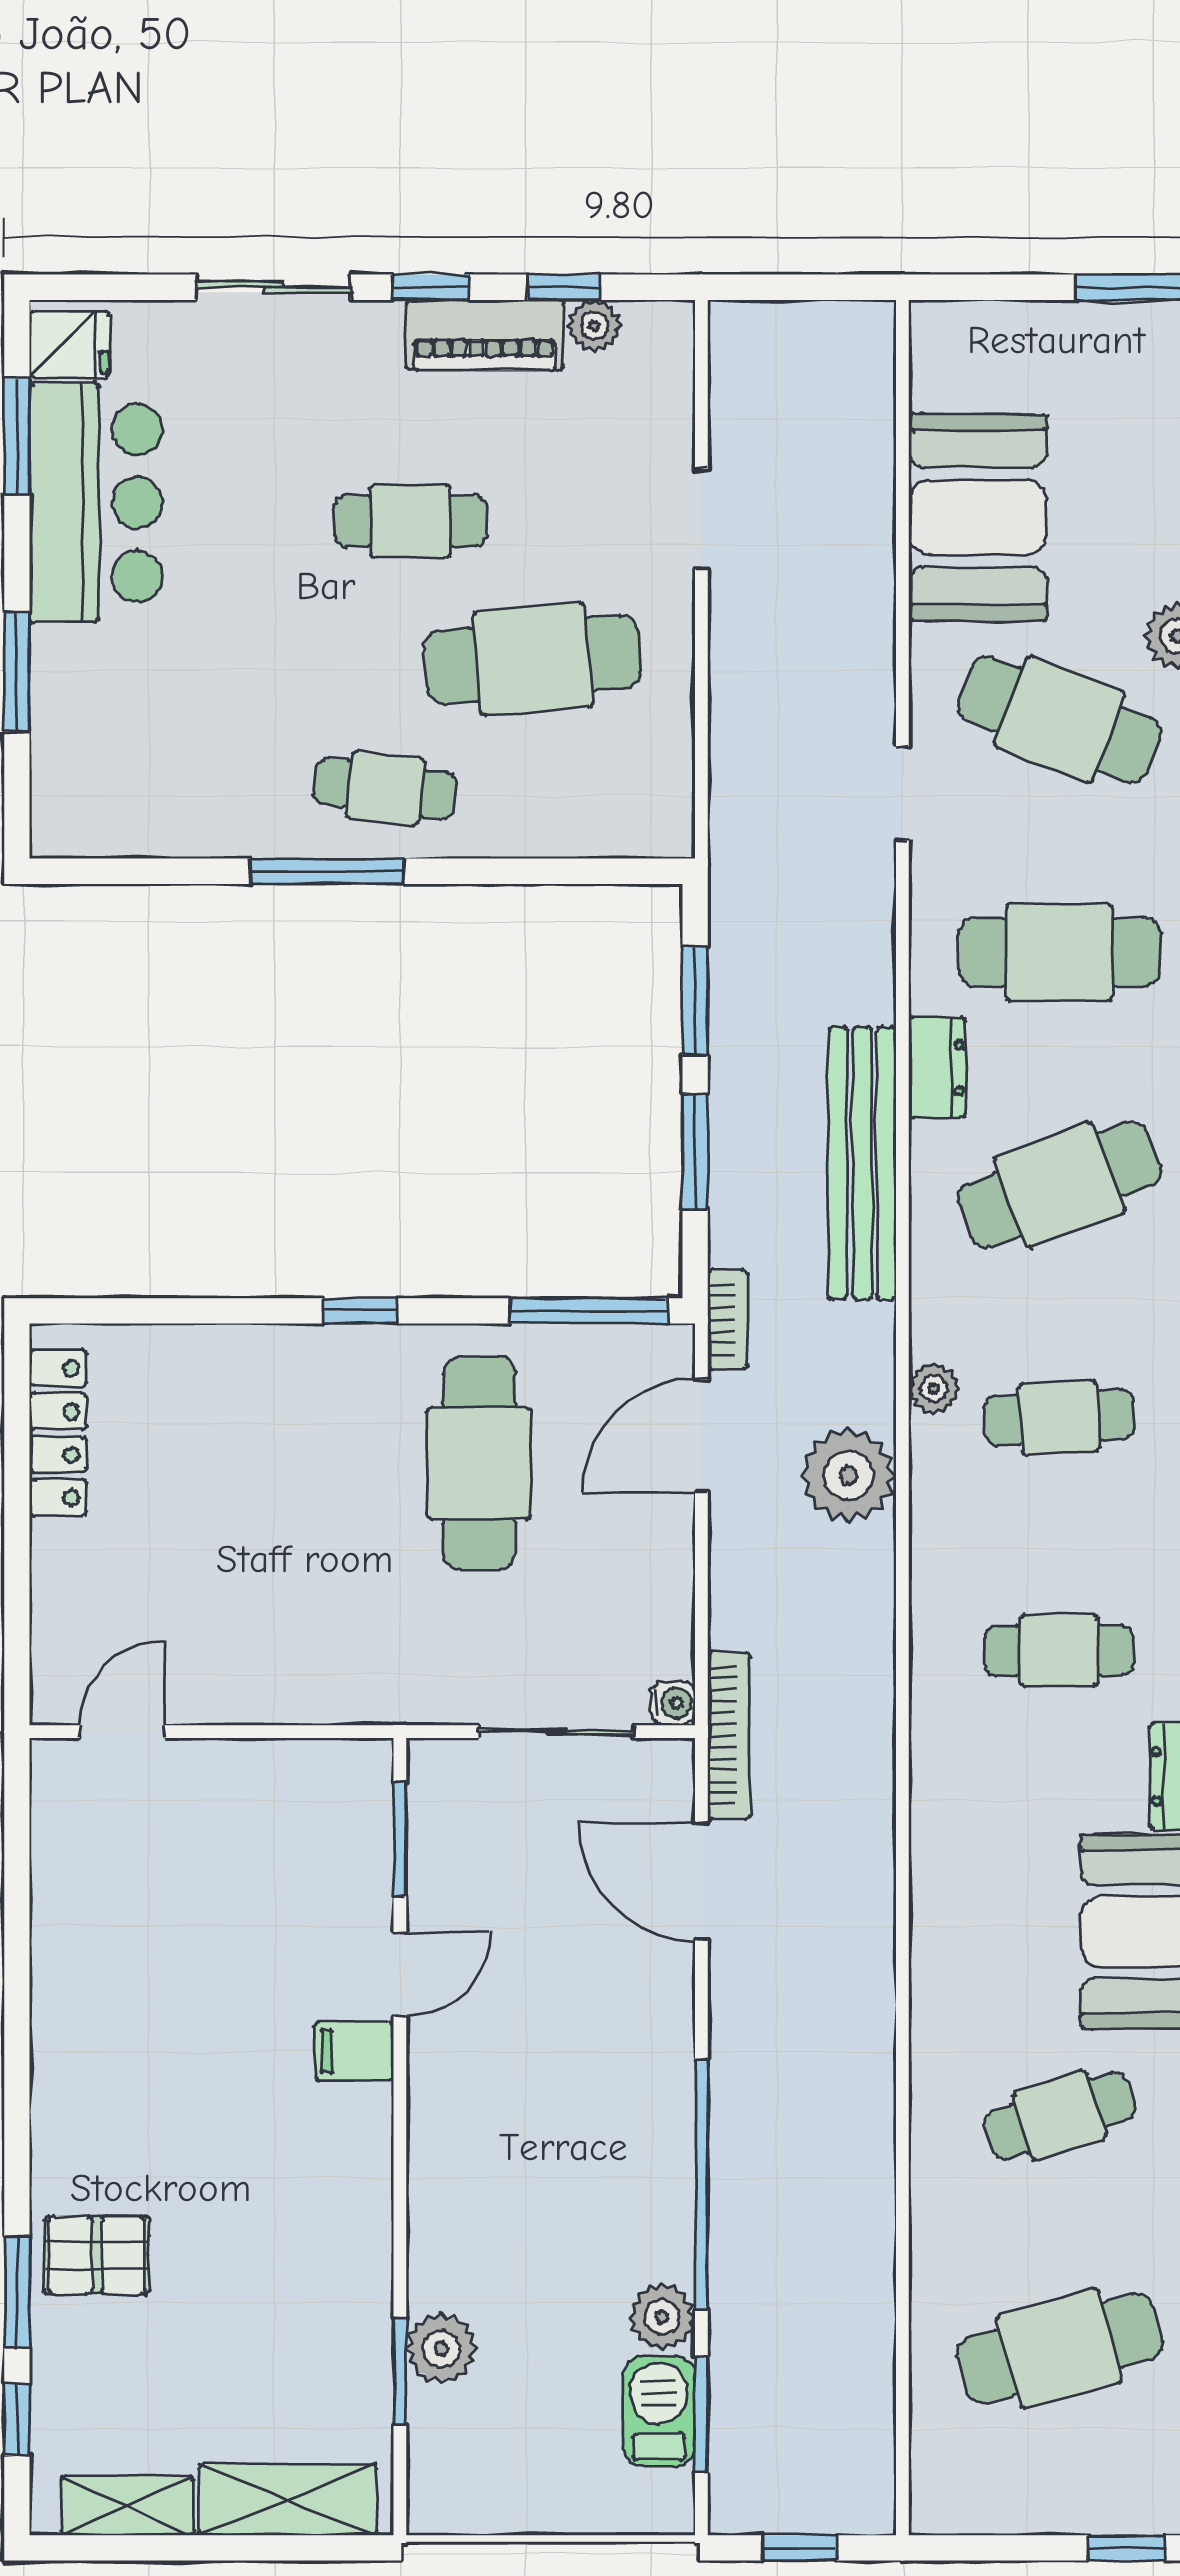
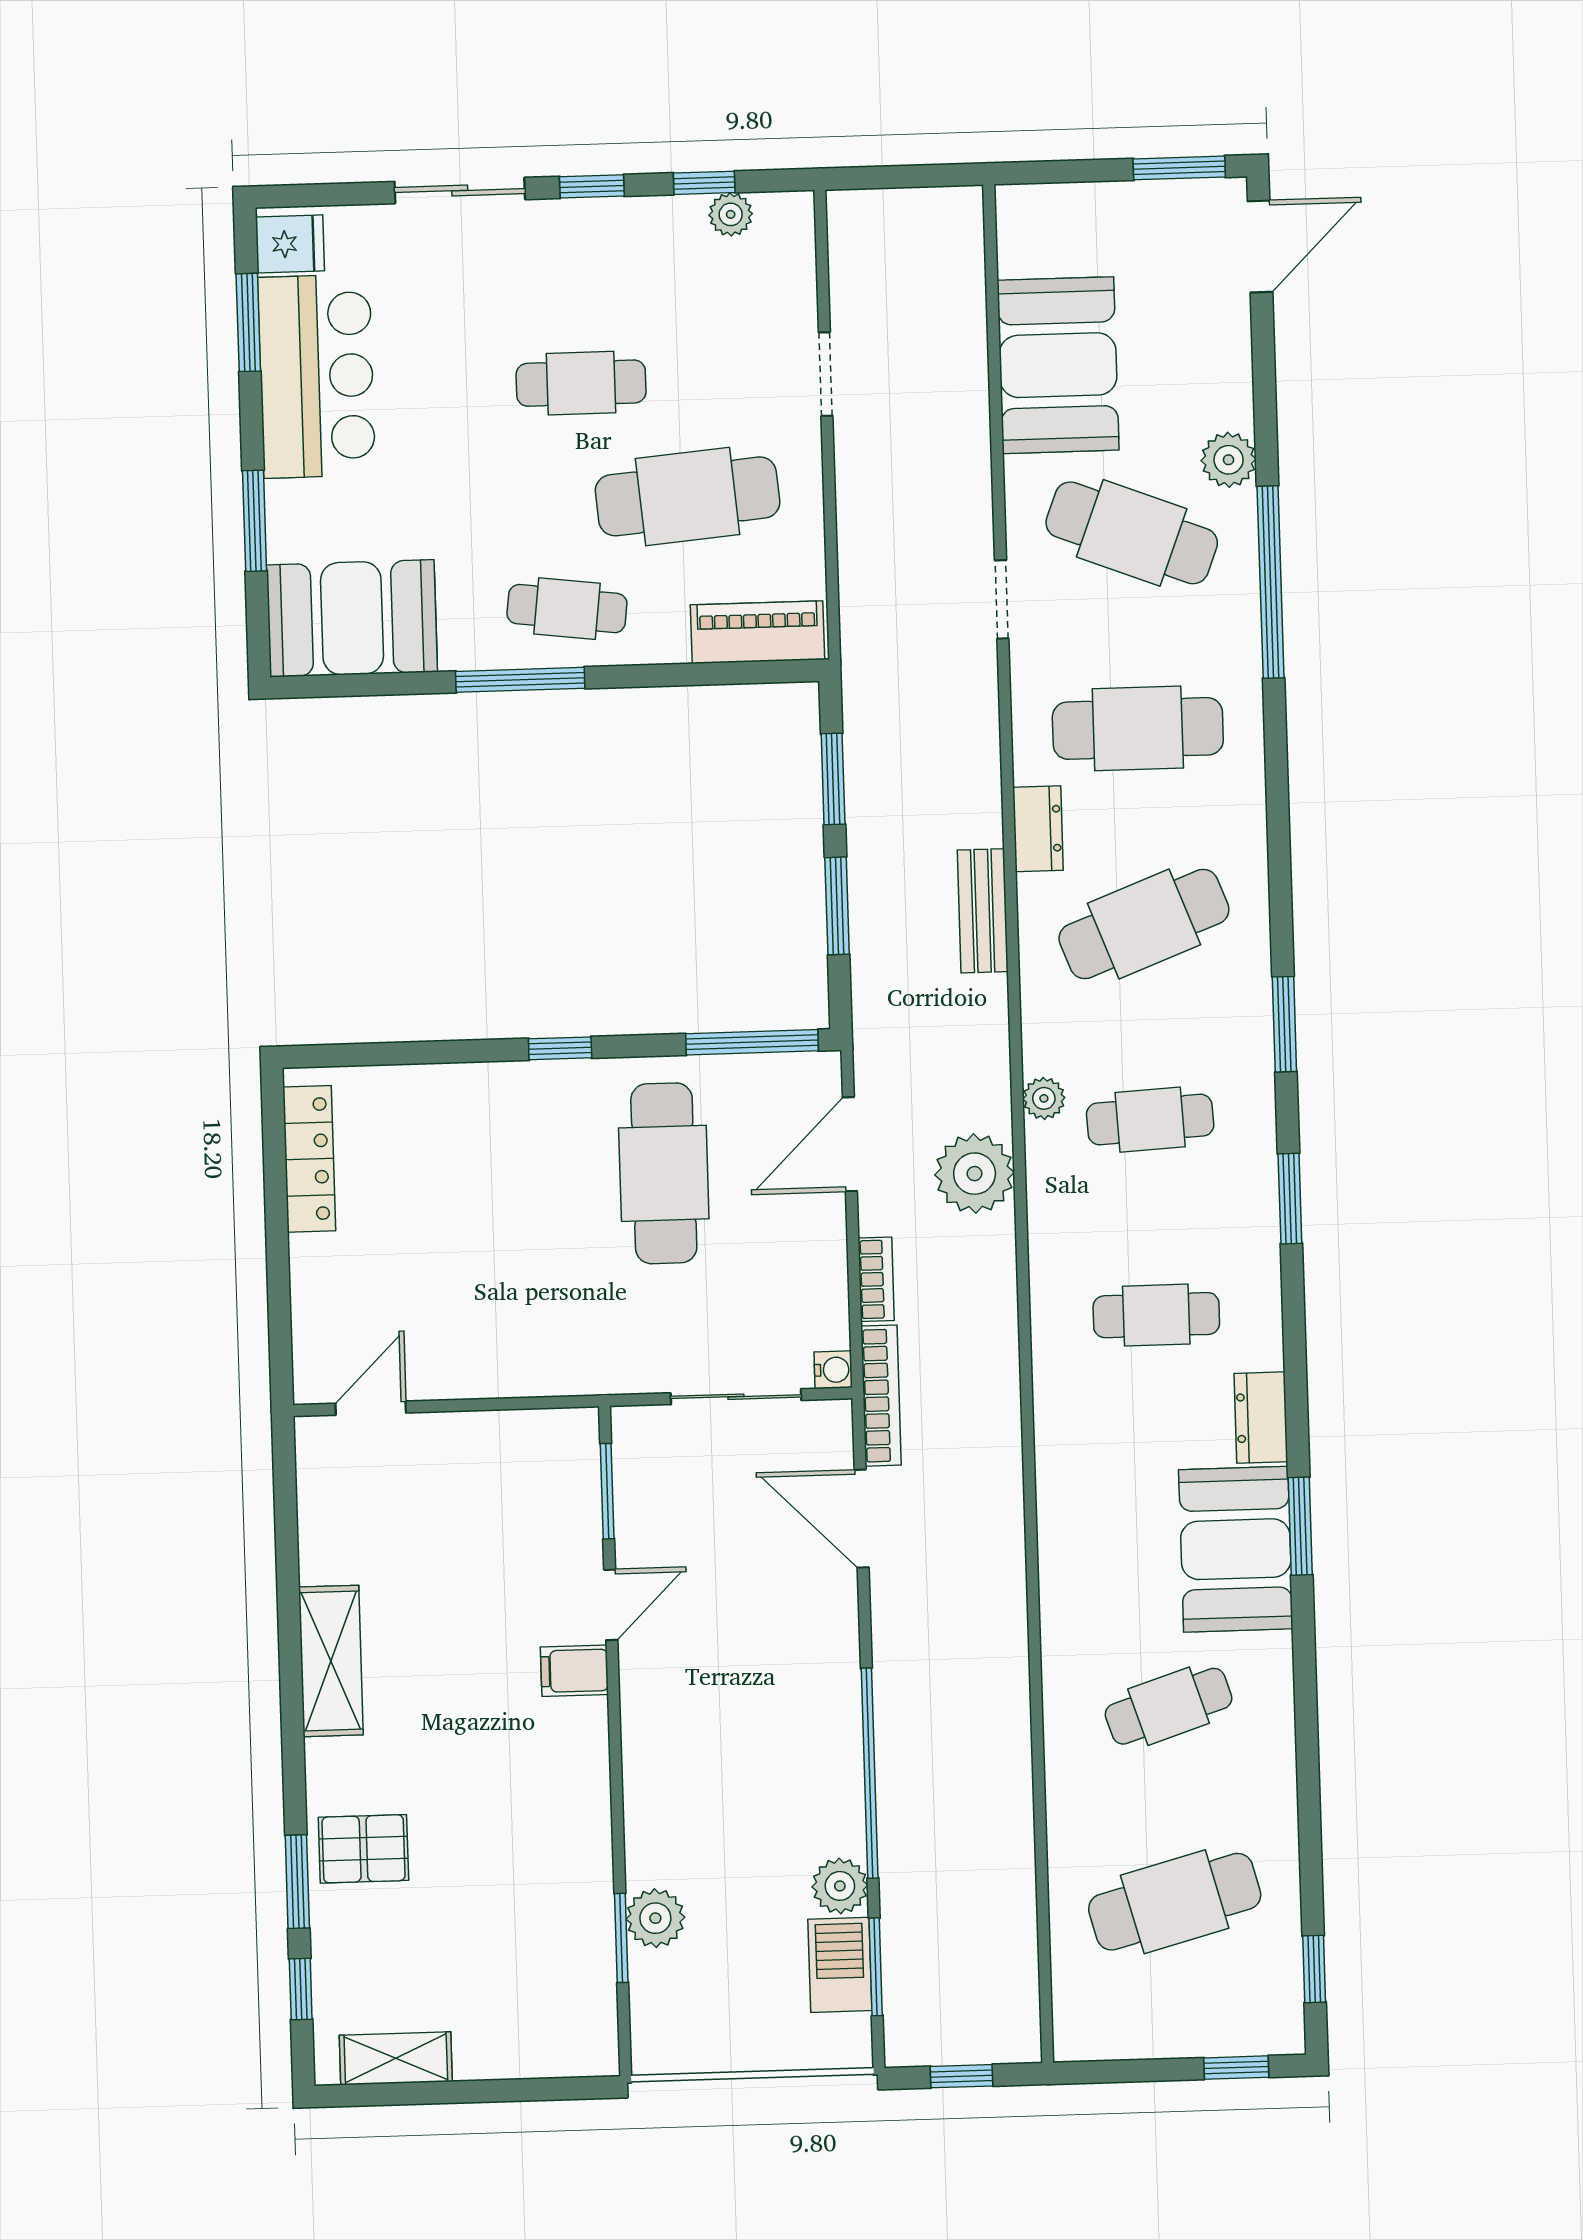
piano: (485, 335) -> (758, 632), moved, turned 180
booth: (129, 792) -> (352, 618), added
bench: (862, 1163) -> (983, 911), width x0.54, depth x0.82
bookcase: (728, 1319) -> (876, 1279), moved
shelving: (288, 2500) -> (331, 1661), moved, turned 90

